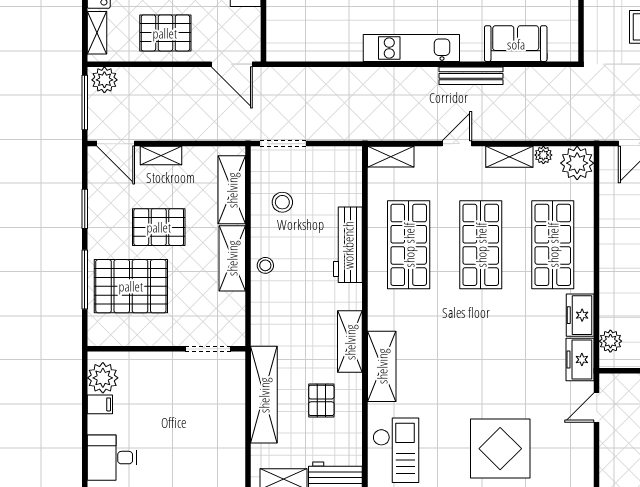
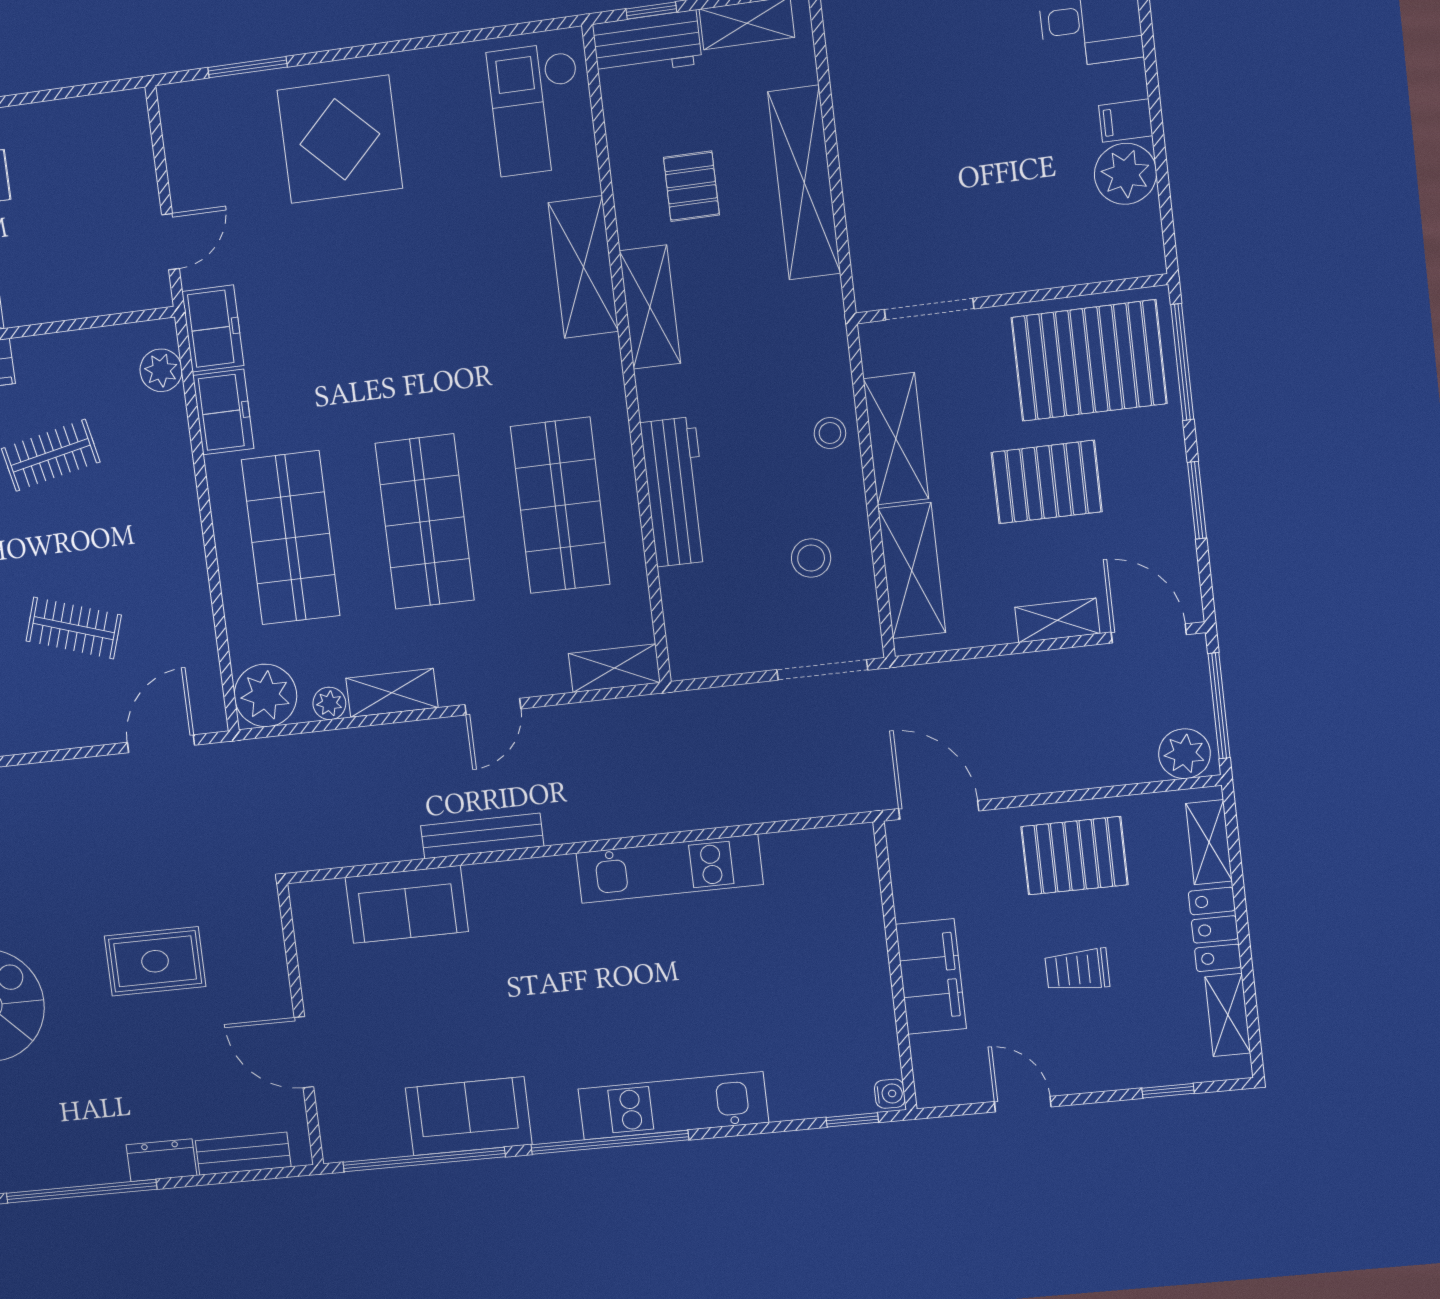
kitchen unit: (411, 48) -> (669, 869), moved
wall: (166, 349) -> (1011, 299), moved
doorway: (208, 349) -> (929, 309), moved

